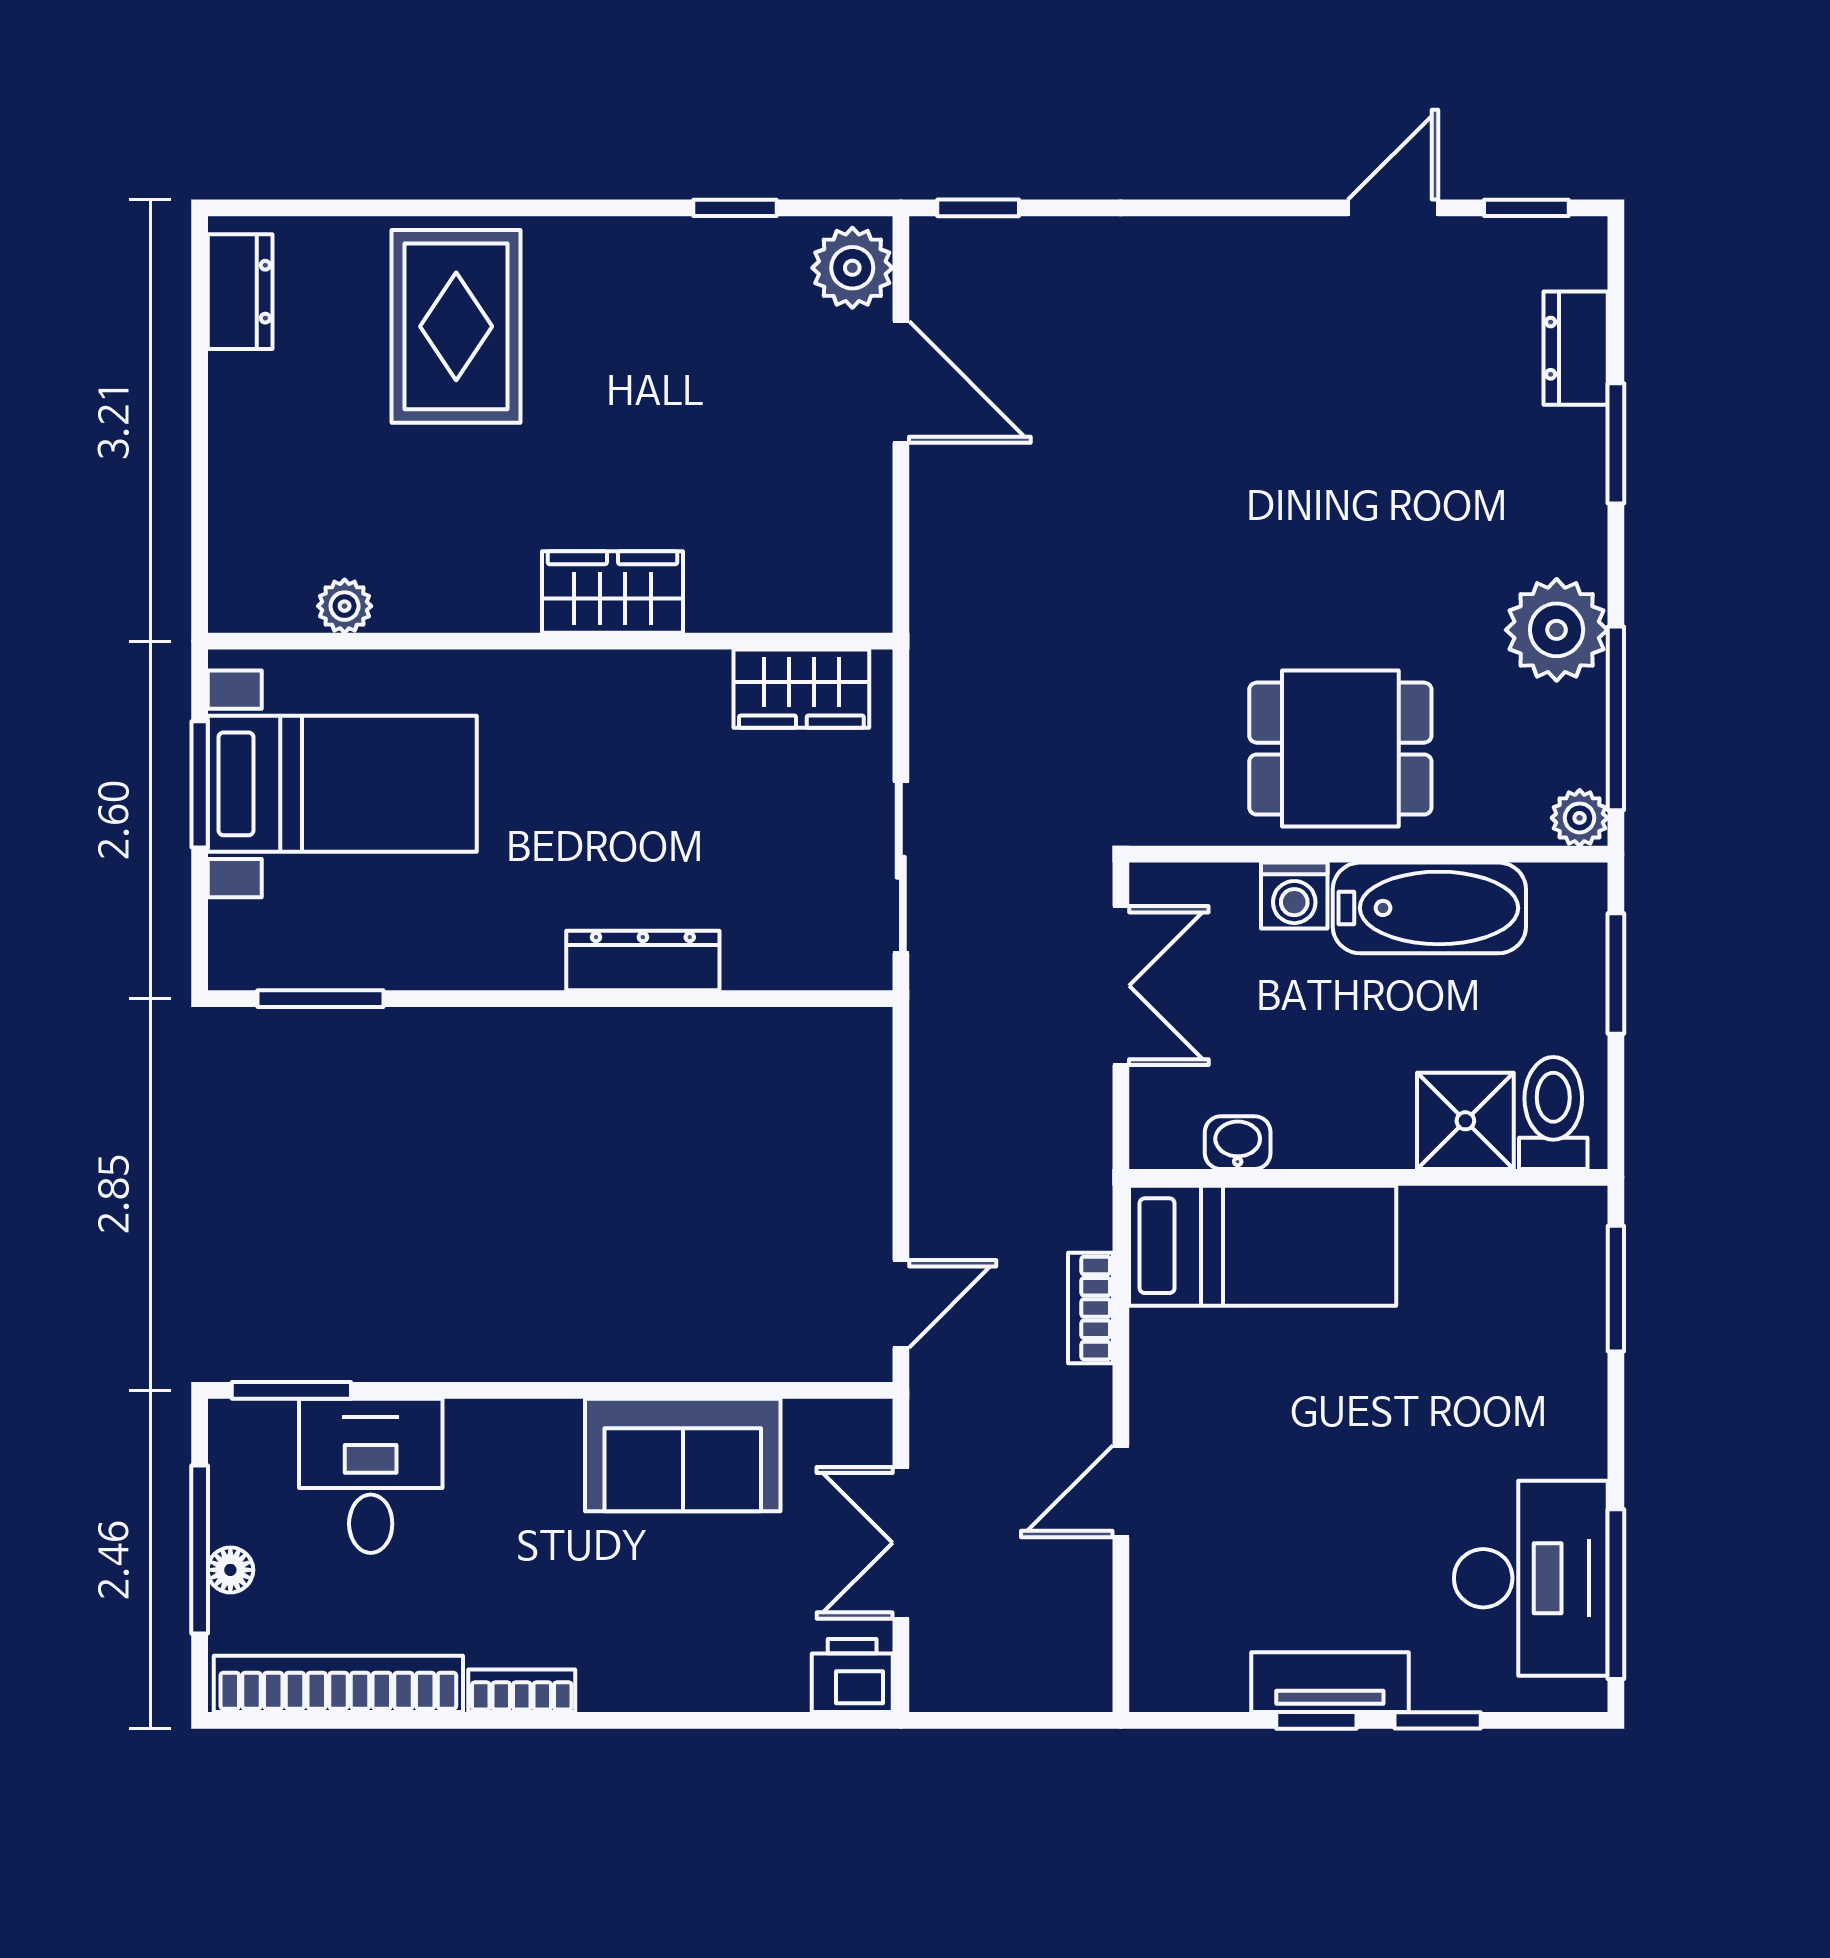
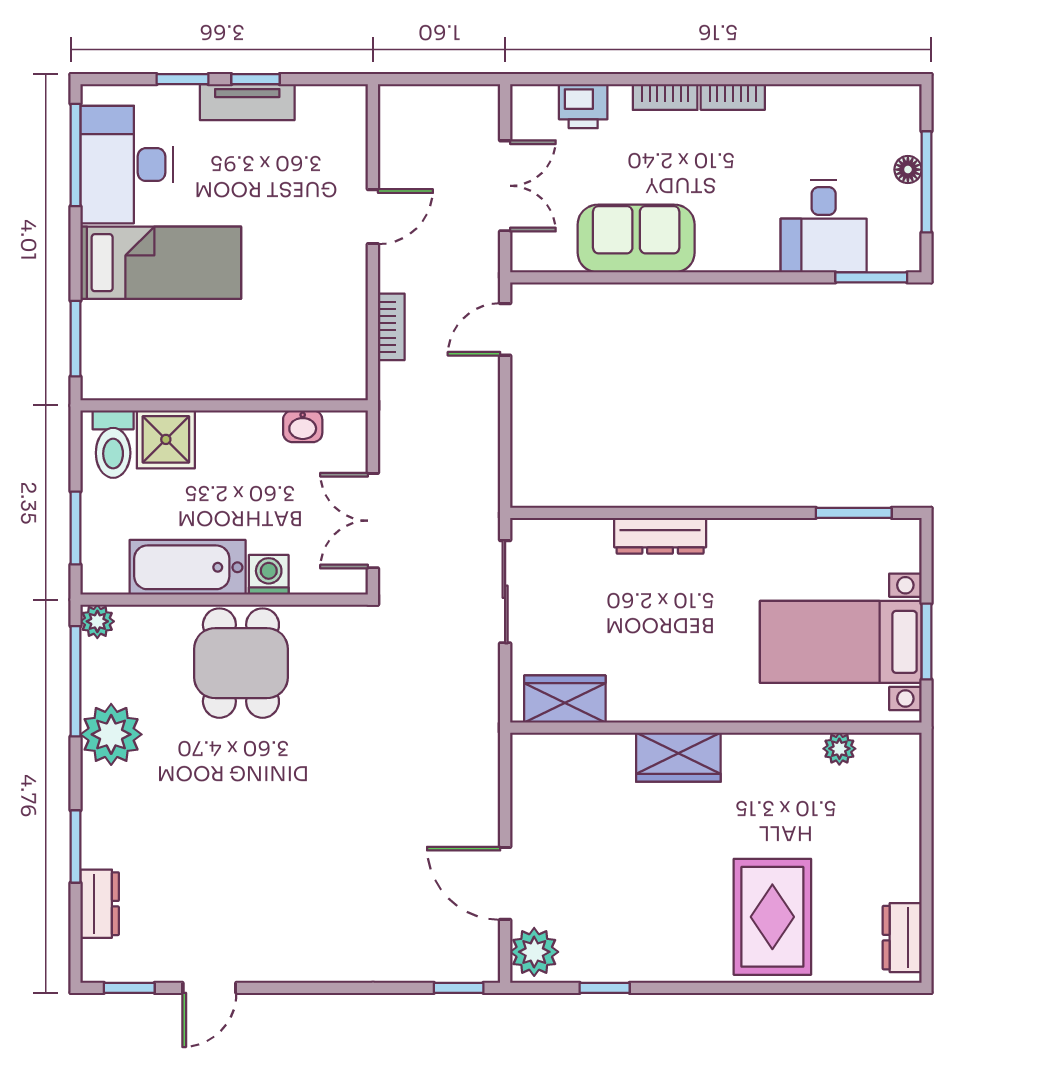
dining table: (1340, 749) -> (241, 663), turned 90
bed: (1263, 1246) -> (161, 263), moved, turned 180
printer: (852, 1675) -> (583, 106), moved
bookcase: (338, 1684) -> (665, 97), moved, width x0.43, depth x0.76

